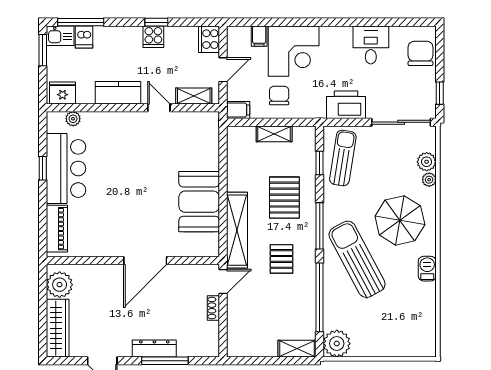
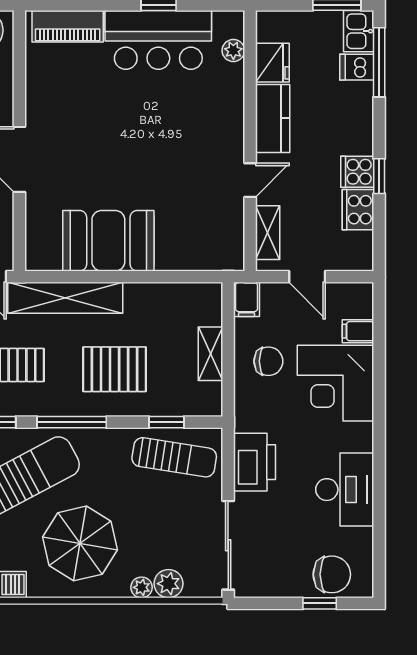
cooker: (209, 39) -> (358, 210), moved, turned -90
desk: (371, 45) -> (345, 490), width x1.37
fridge: (63, 93) -> (272, 63), moved
window: (440, 93) -> (320, 603), moved

